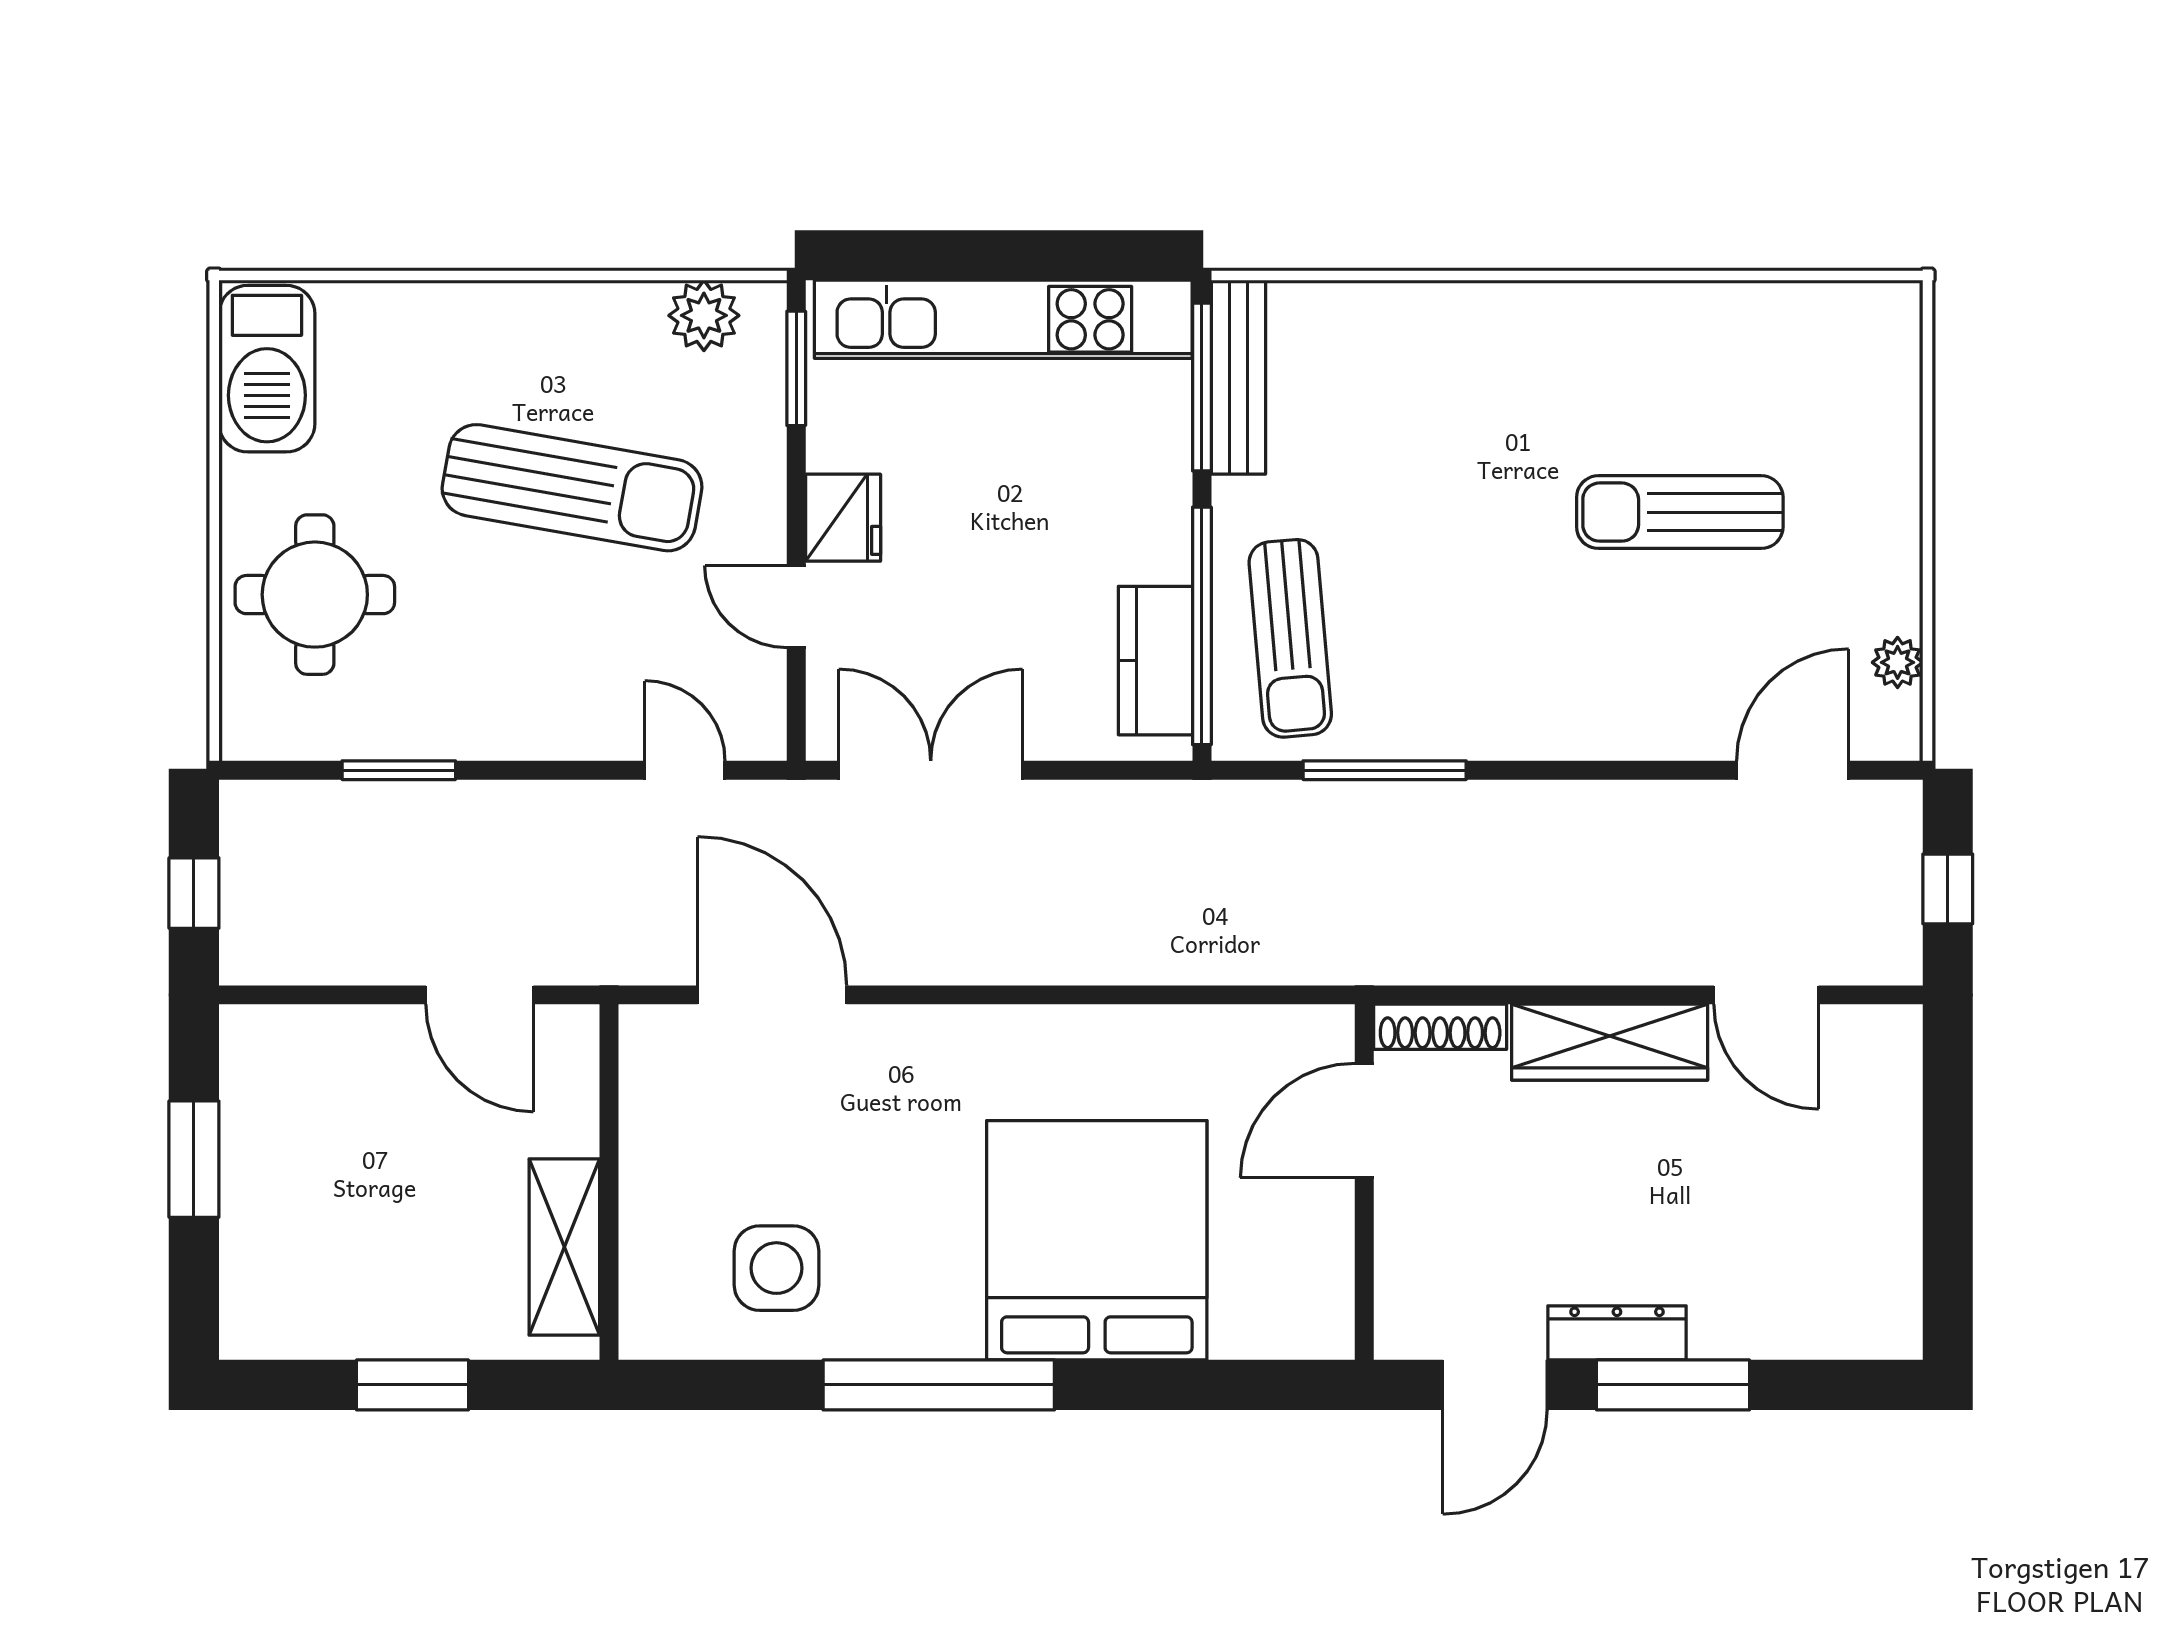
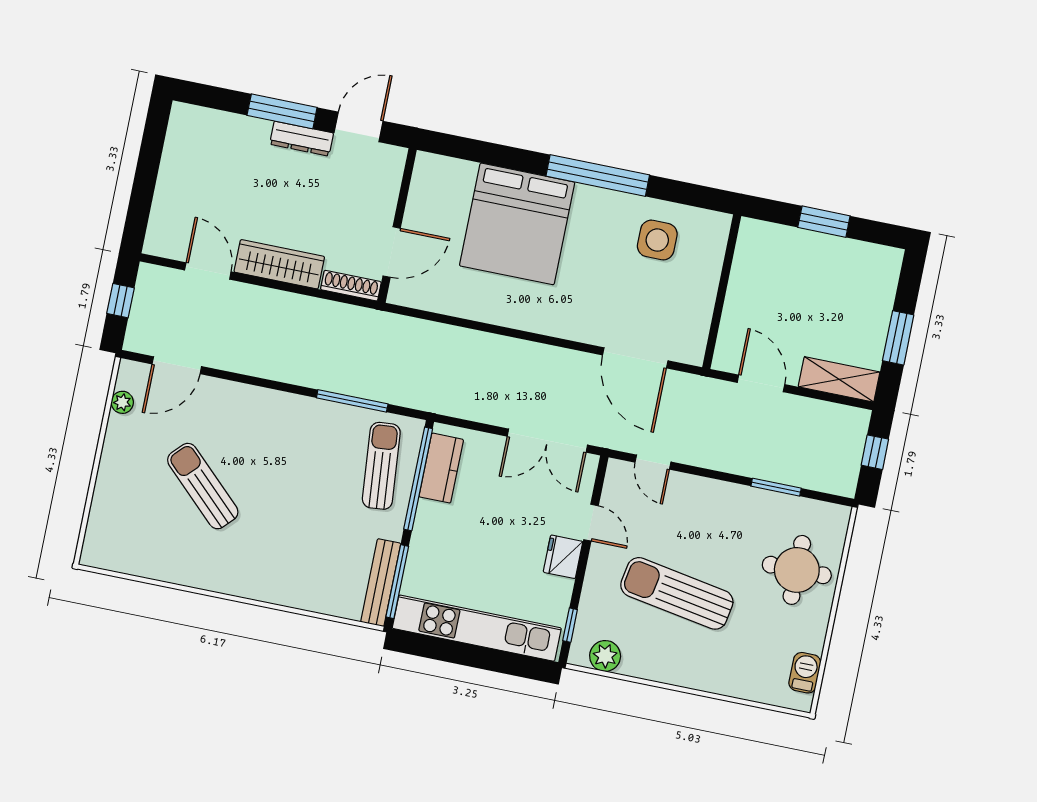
window: (796, 368) -> (570, 625), width x0.67
barbecue: (267, 369) -> (805, 673), width x0.53, depth x0.65
sun lounger: (1680, 512) -> (203, 486), turned -136
shelving: (564, 1247) -> (839, 379), moved, turned 90

